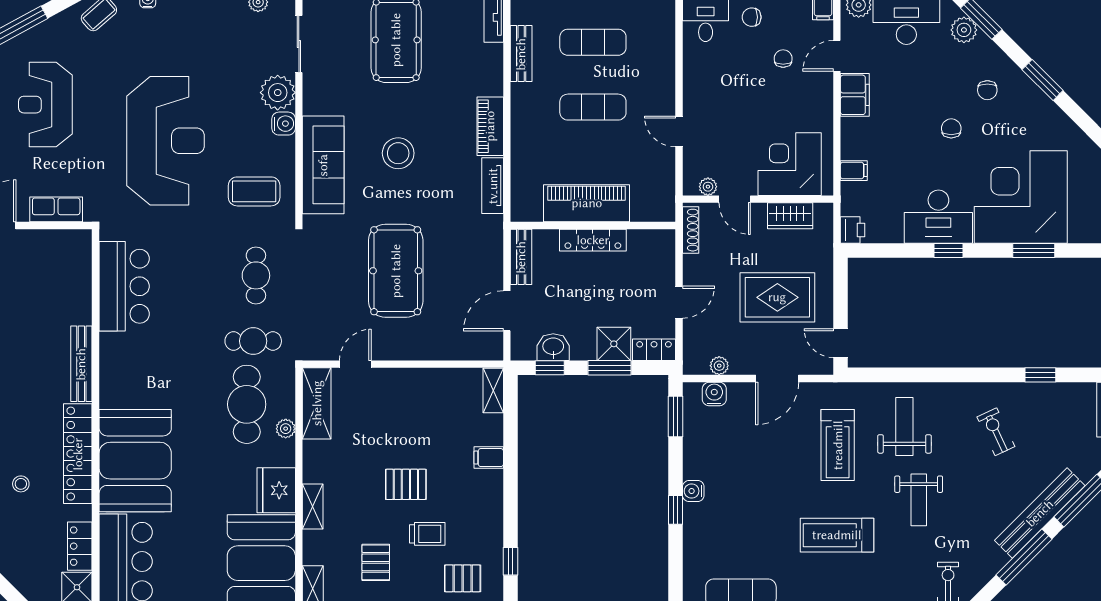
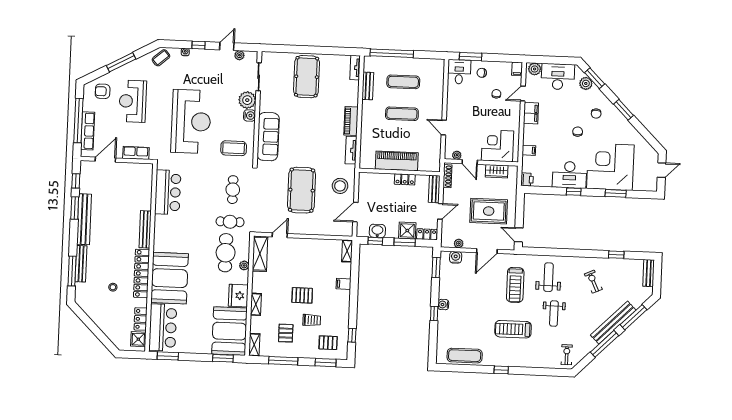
stool: (398, 153) -> (340, 186), moved
locker: (593, 240) -> (405, 179), width x0.66
bench: (521, 257) -> (434, 189), moved

